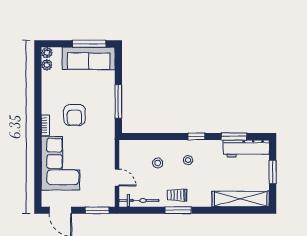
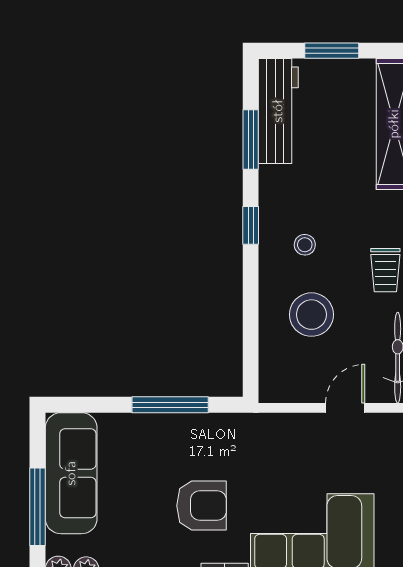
window: (89, 44) -> (38, 507), moved
stool: (158, 163) -> (311, 315), width x1.89, depth x1.89

